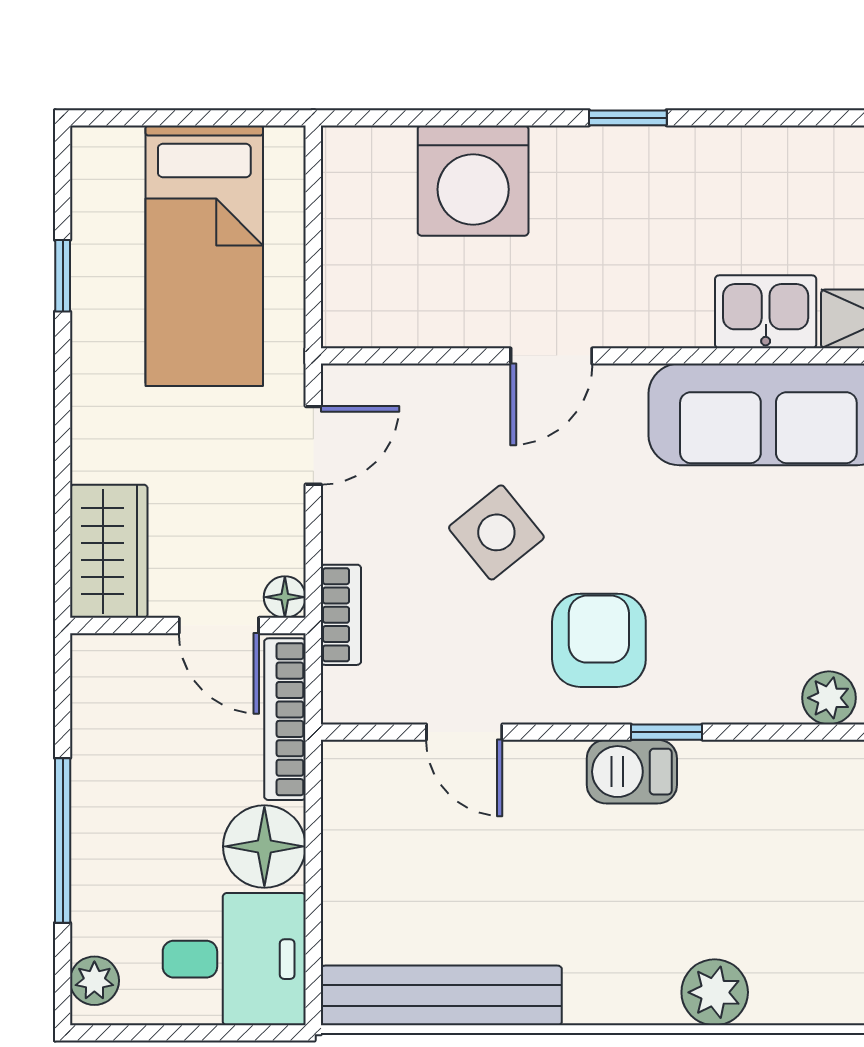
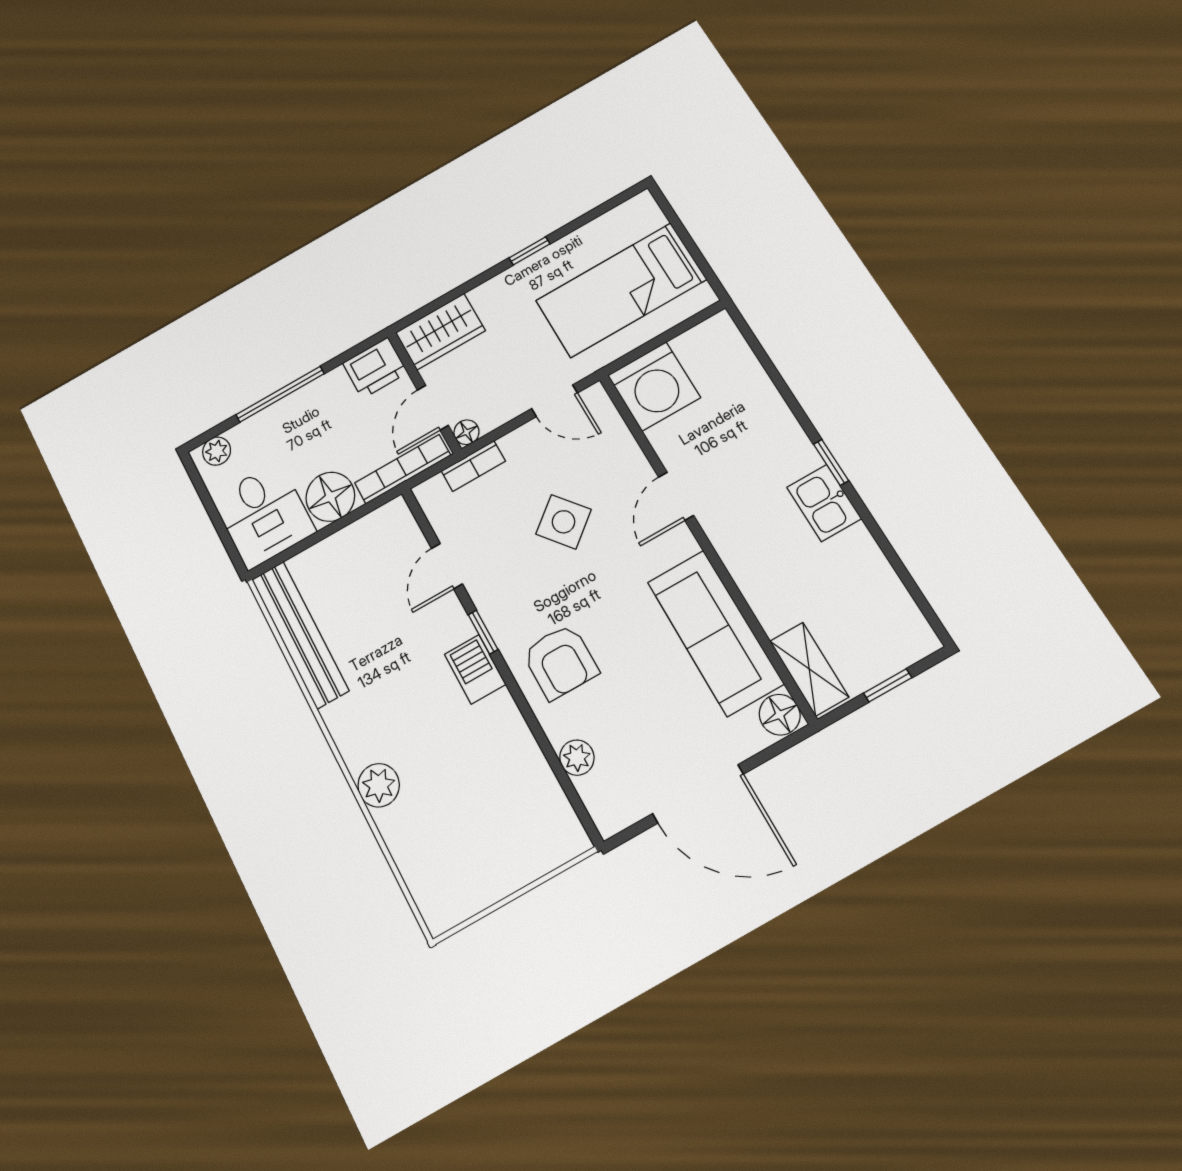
washing machine: (473, 181) -> (654, 386), moved, turned -90
window: (63, 276) -> (529, 251), moved
kitchen sink: (766, 312) -> (824, 503), moved, turned 180
door: (551, 356) -> (676, 496), hinge flipped
armchair: (599, 640) -> (560, 662), moved, turned 90
printer: (107, 677) -> (375, 368), added
window: (666, 732) -> (483, 632), moved

